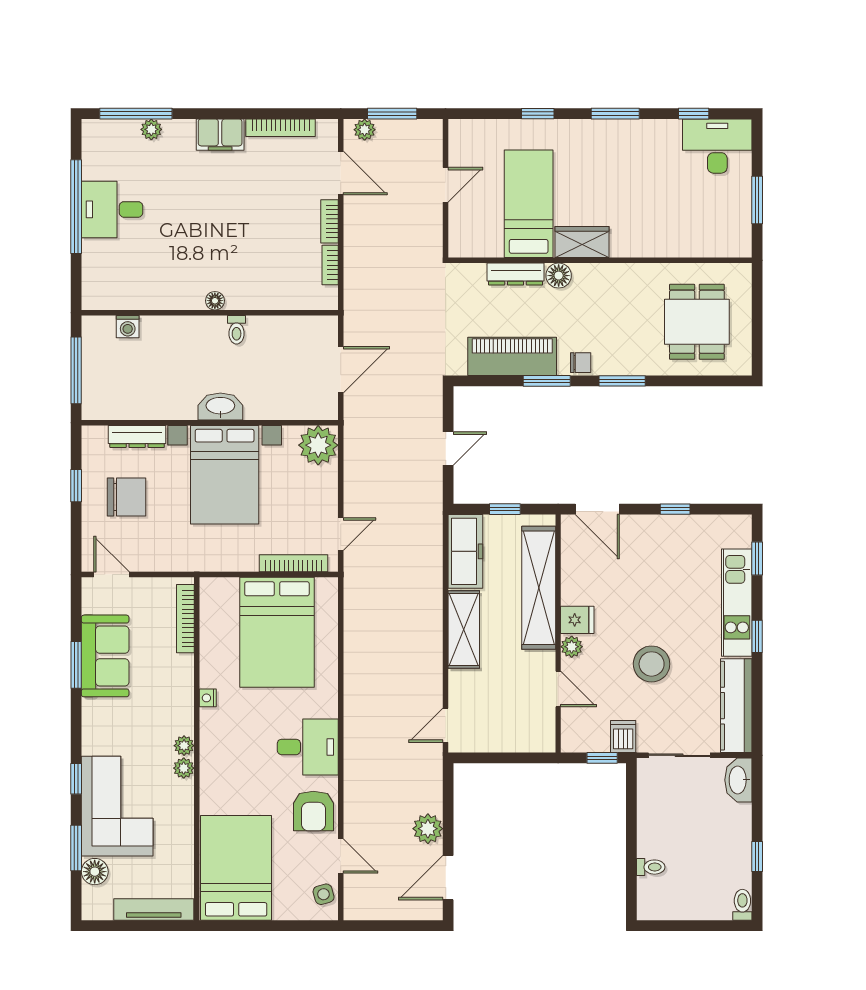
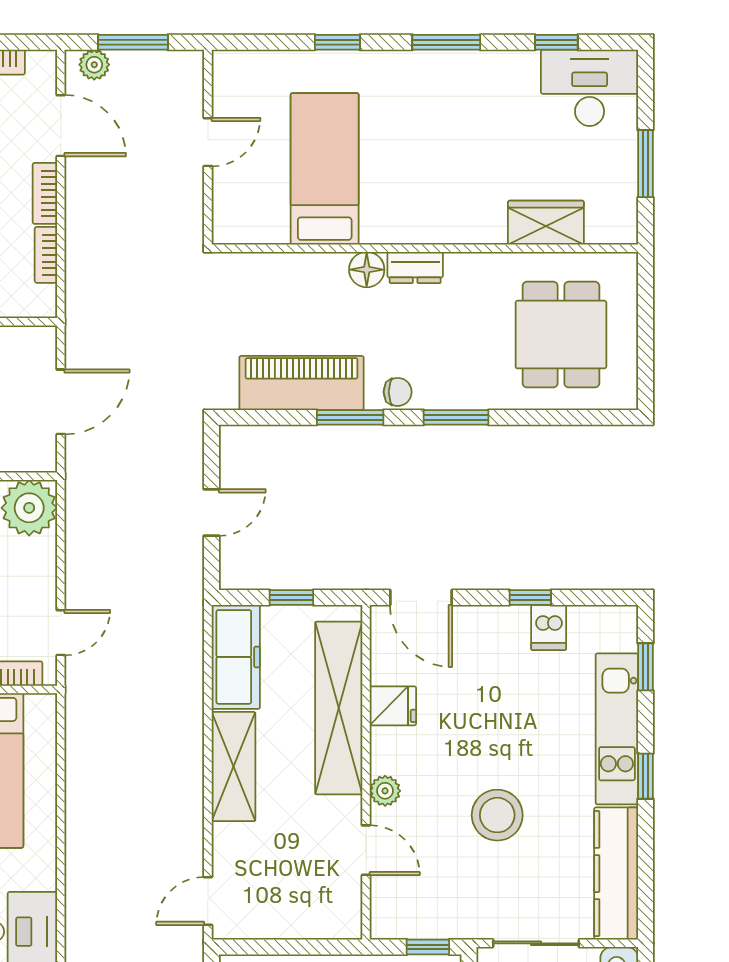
wardrobe: (582, 242) -> (546, 223), moved
dresser: (516, 274) -> (415, 267), moved, width x0.70
fridge: (577, 620) -> (393, 706), moved
dishwasher: (623, 737) -> (549, 628), moved, turned 180

